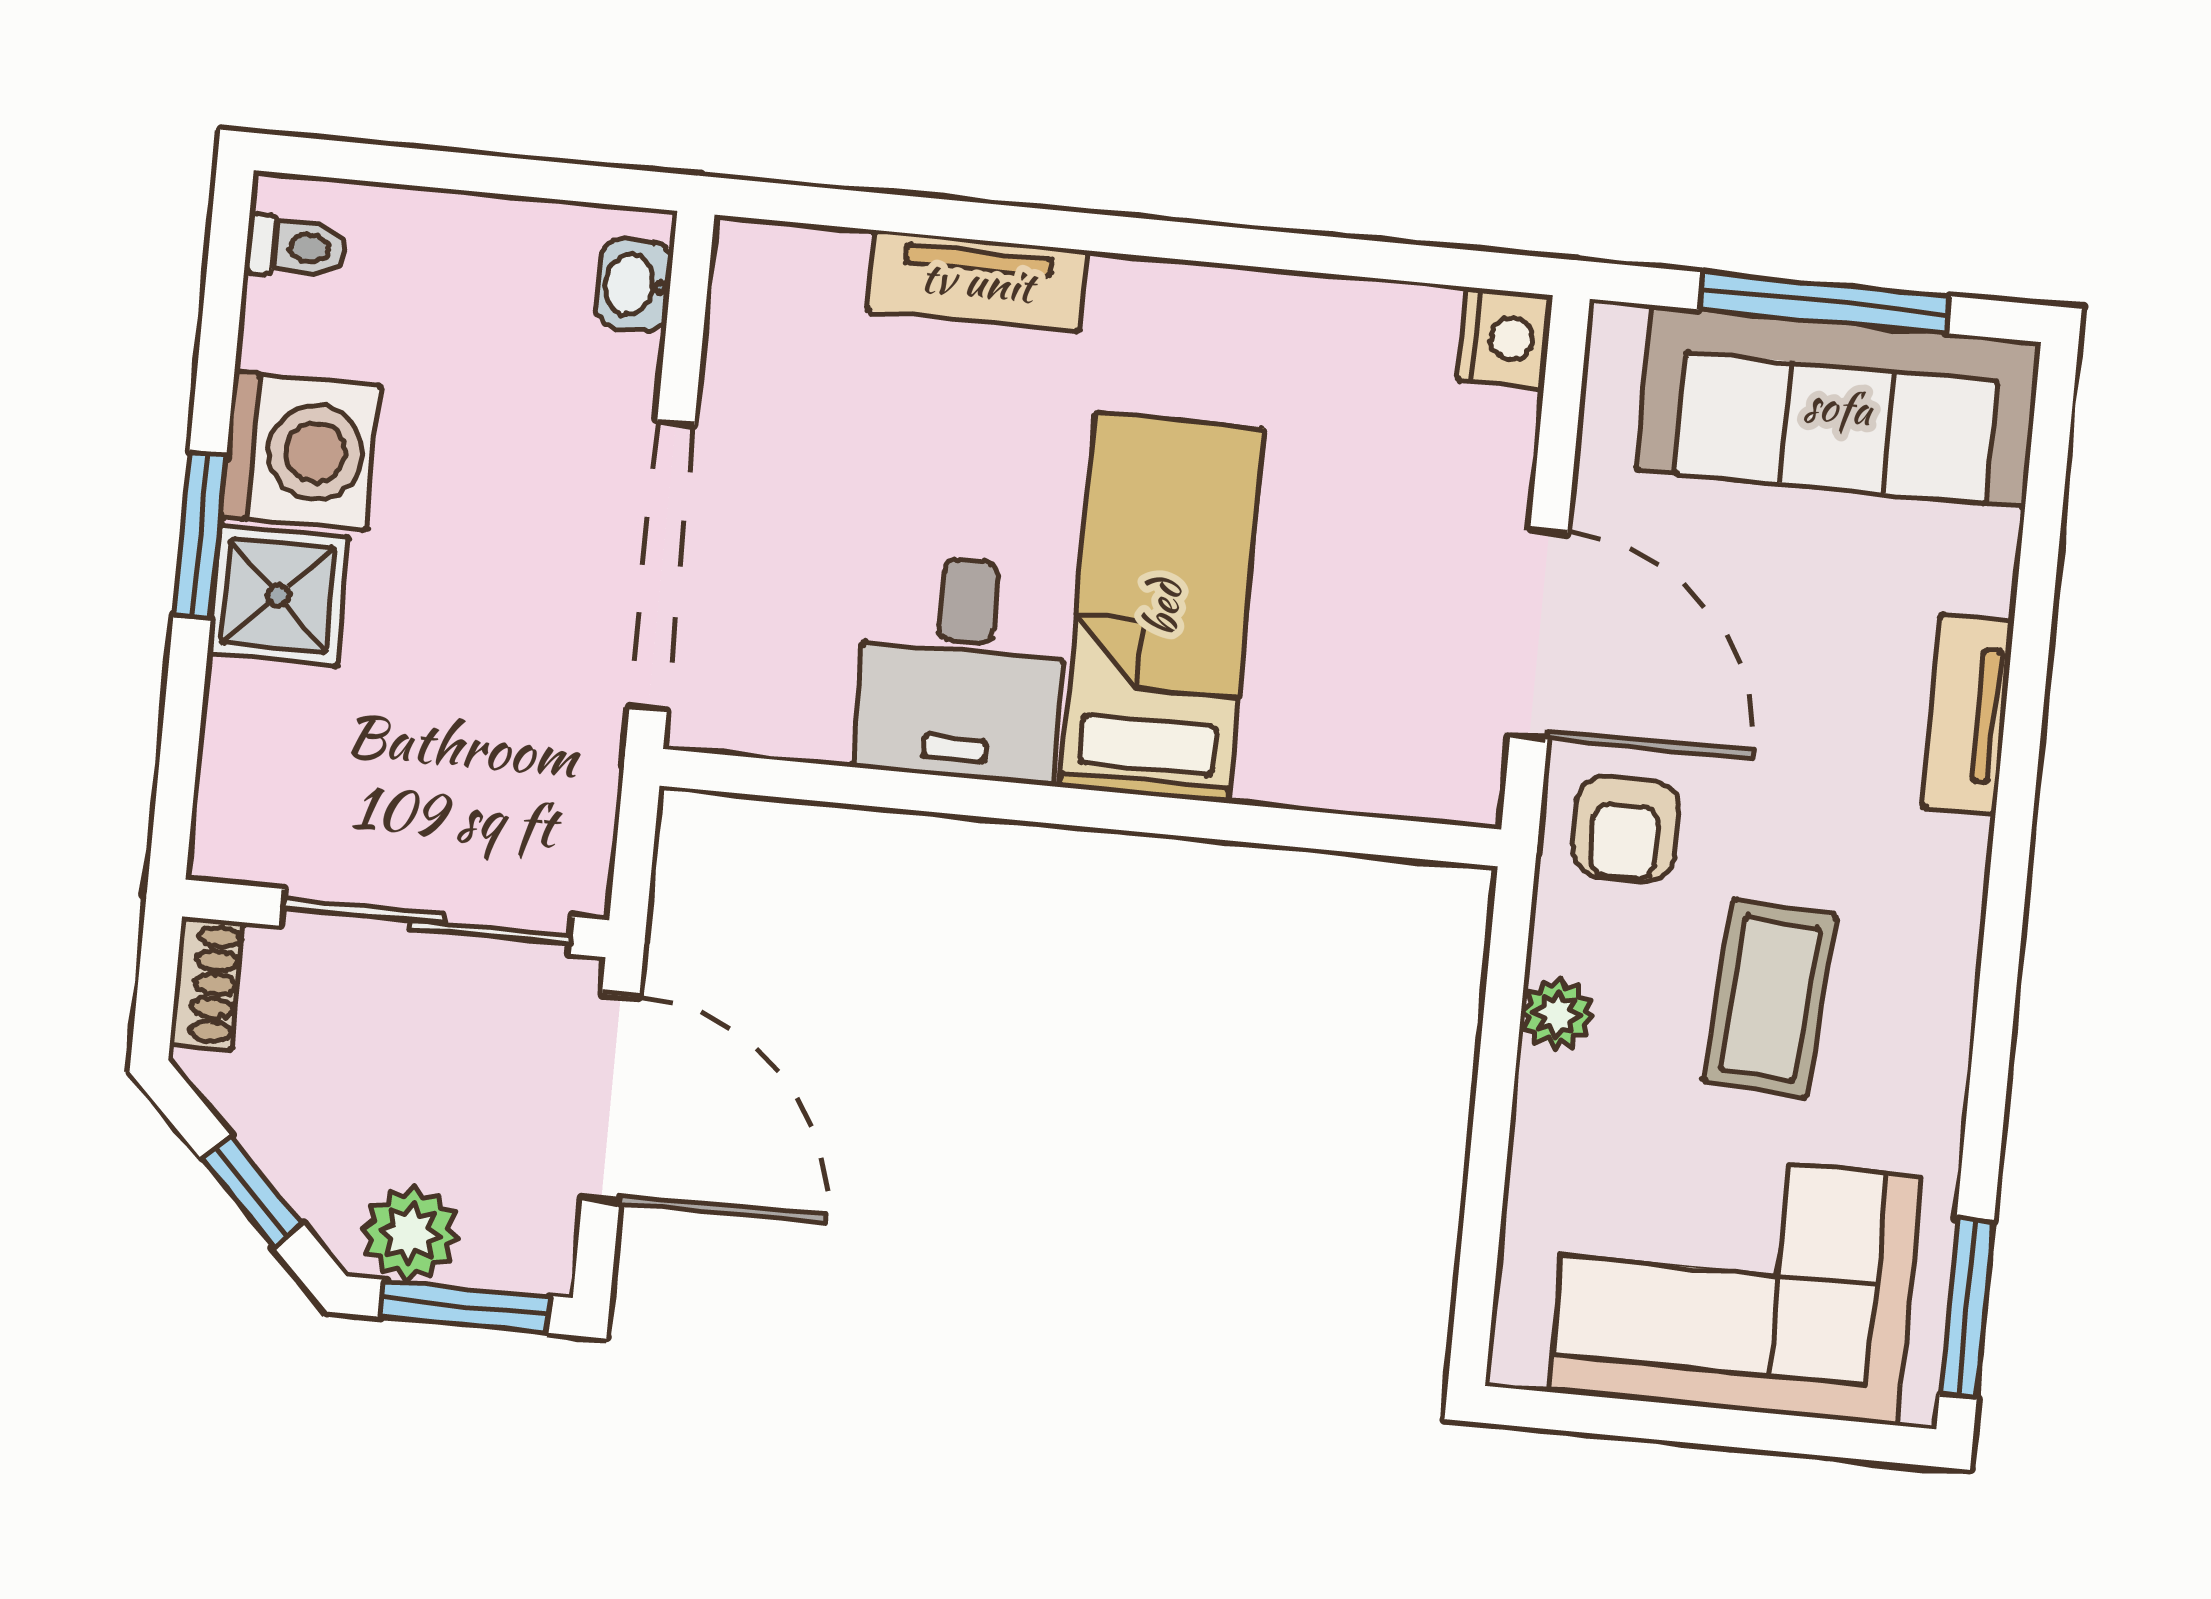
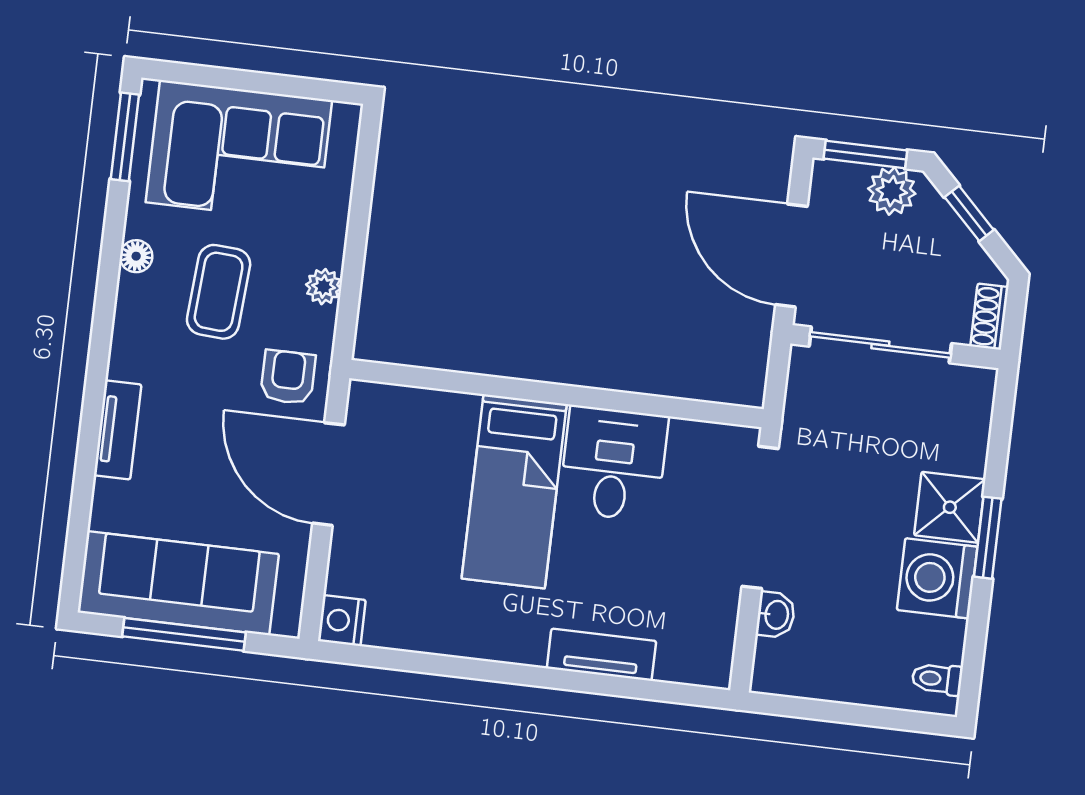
washbasin: (634, 285) -> (776, 615), moved
floor lamp: (1938, 1067) -> (136, 256), added

